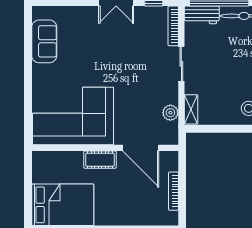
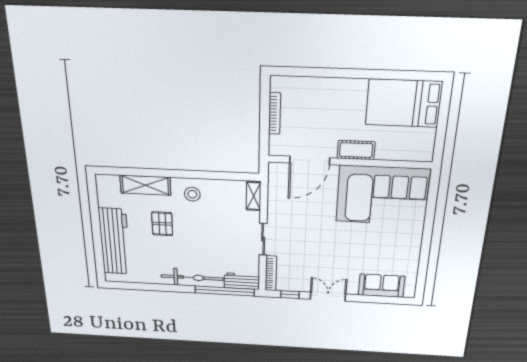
sofa: (44, 41) -> (381, 286), moved, turned 90
plant: (170, 113) -> (276, 194), removed
door: (141, 148) -> (310, 160), swing flipped

